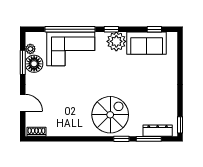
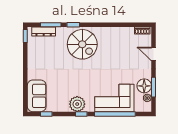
sofa: (147, 43) -> (37, 96), moved, turned 90
spiral stairs: (110, 115) -> (82, 44), turned -90

